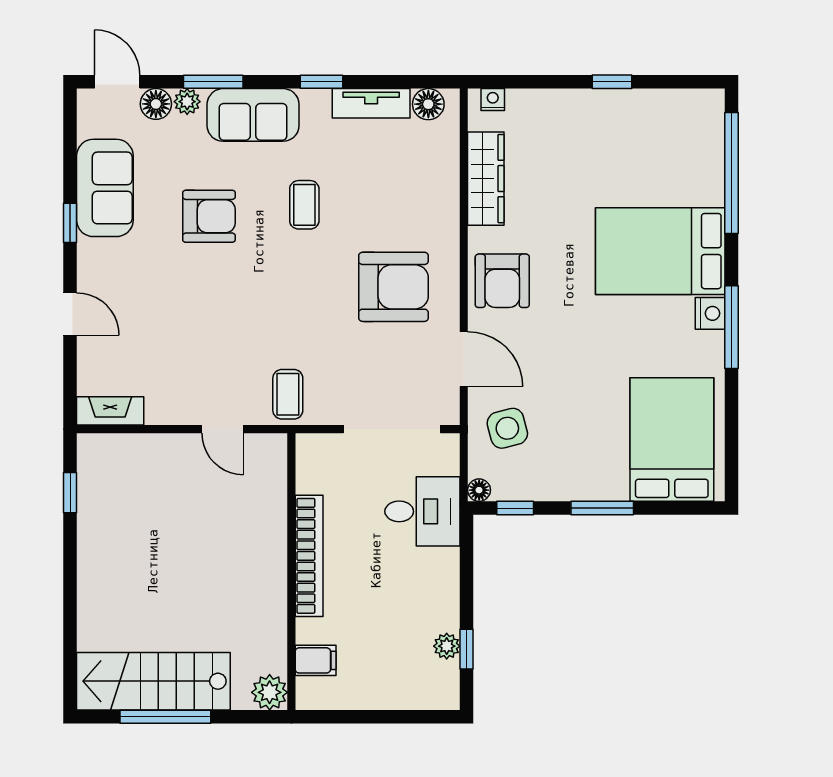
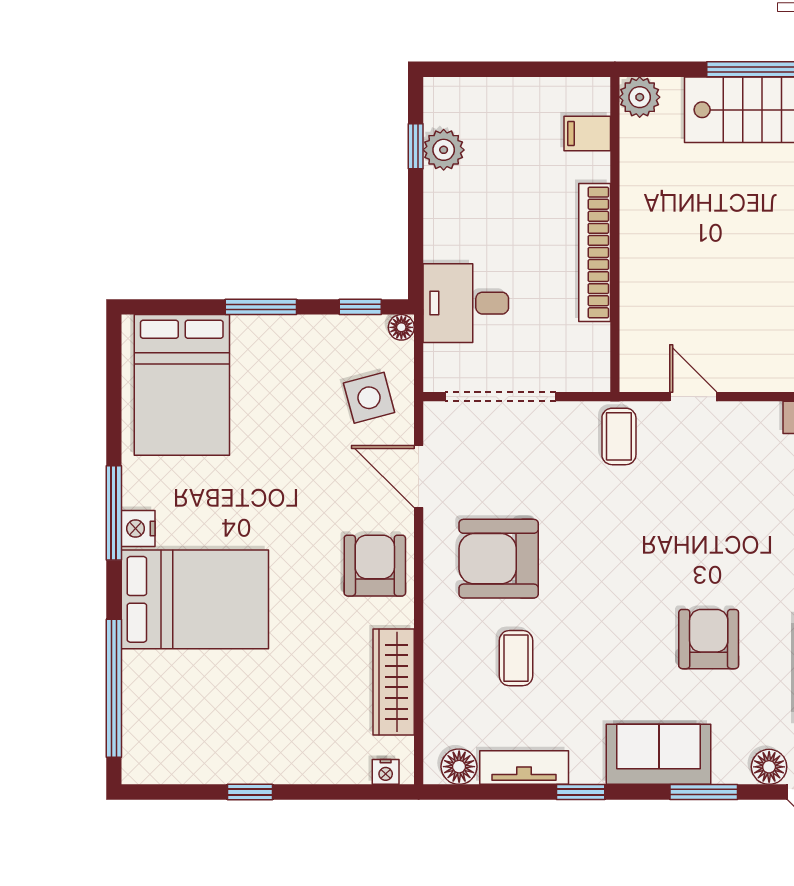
plant: (187, 102) -> (734, 770), removed
coffee table: (304, 205) -> (516, 658), moved
armchair: (209, 216) -> (709, 639), turned 90
plant: (447, 646) -> (444, 150), width x1.38, depth x1.38

